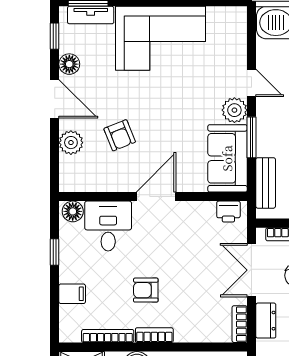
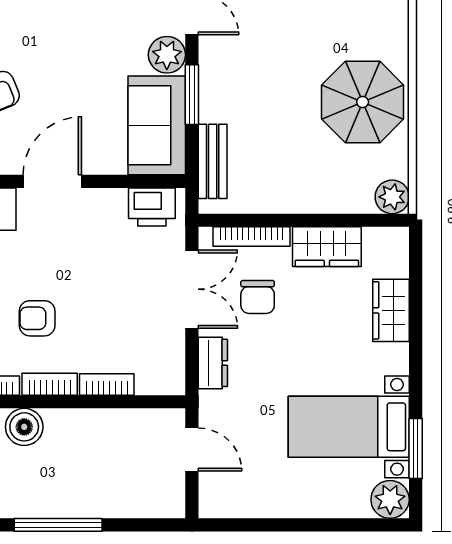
printer: (228, 212) -> (152, 207), width x1.36, depth x1.24
double door: (251, 270) -> (192, 289), swing flipped
bookcase: (240, 324) -> (107, 384), moved, turned 90

